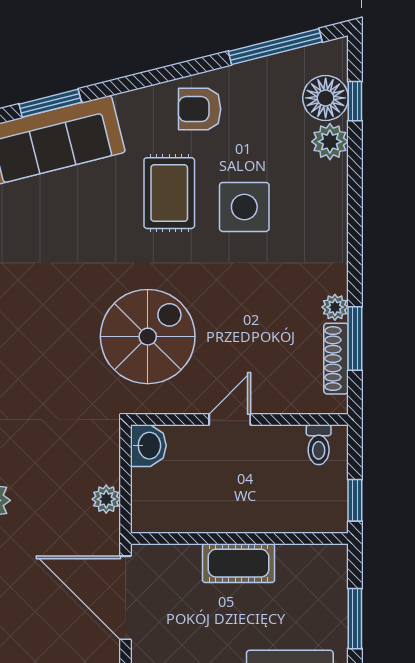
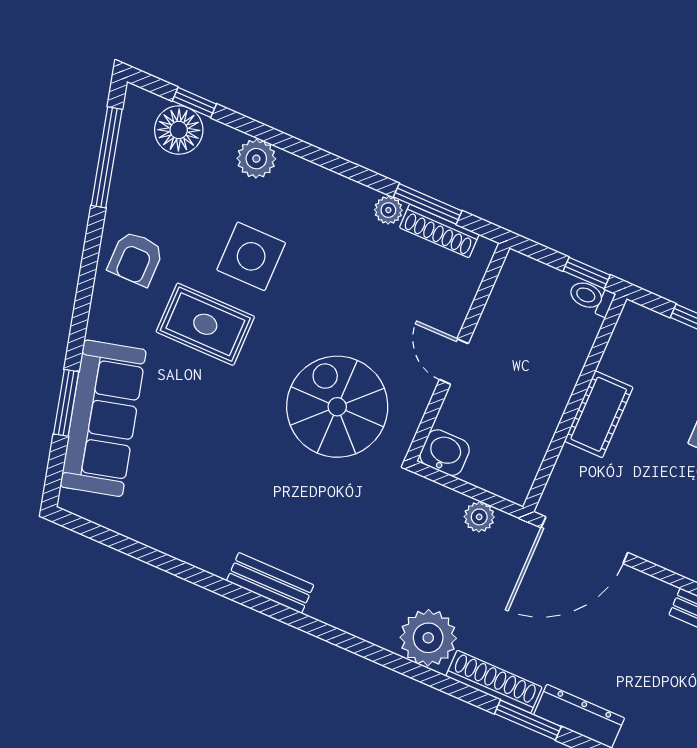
plant: (330, 142) -> (256, 159), moved
toilet: (319, 445) -> (591, 297), moved, turned 180

